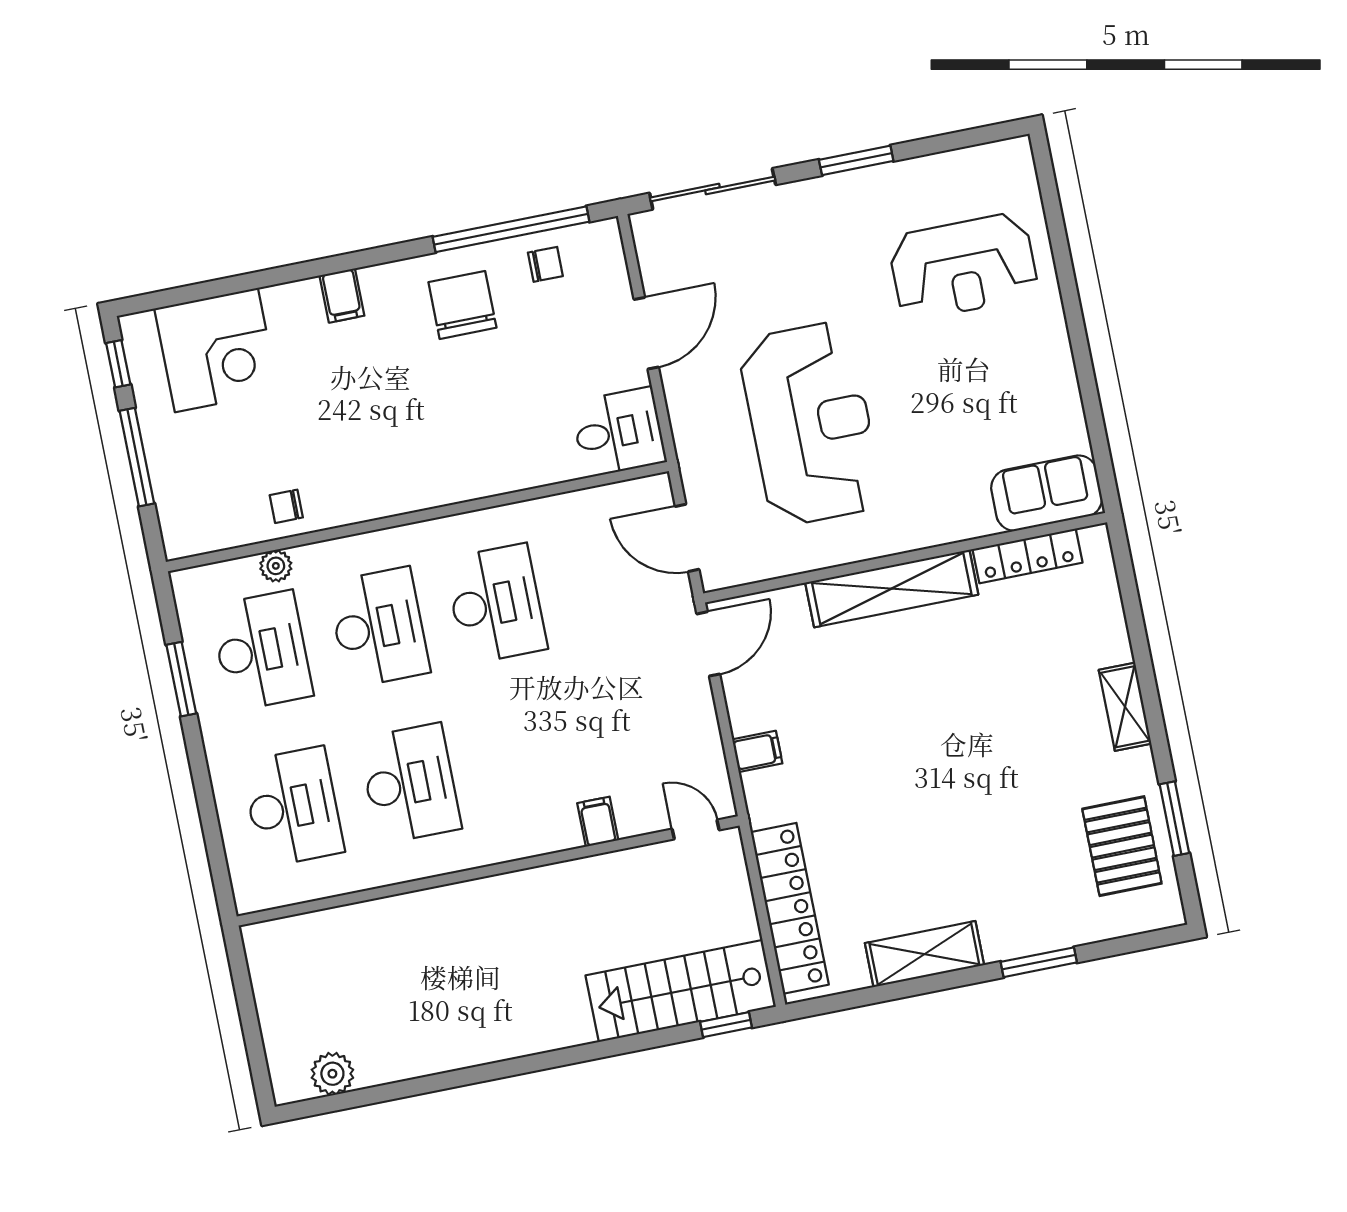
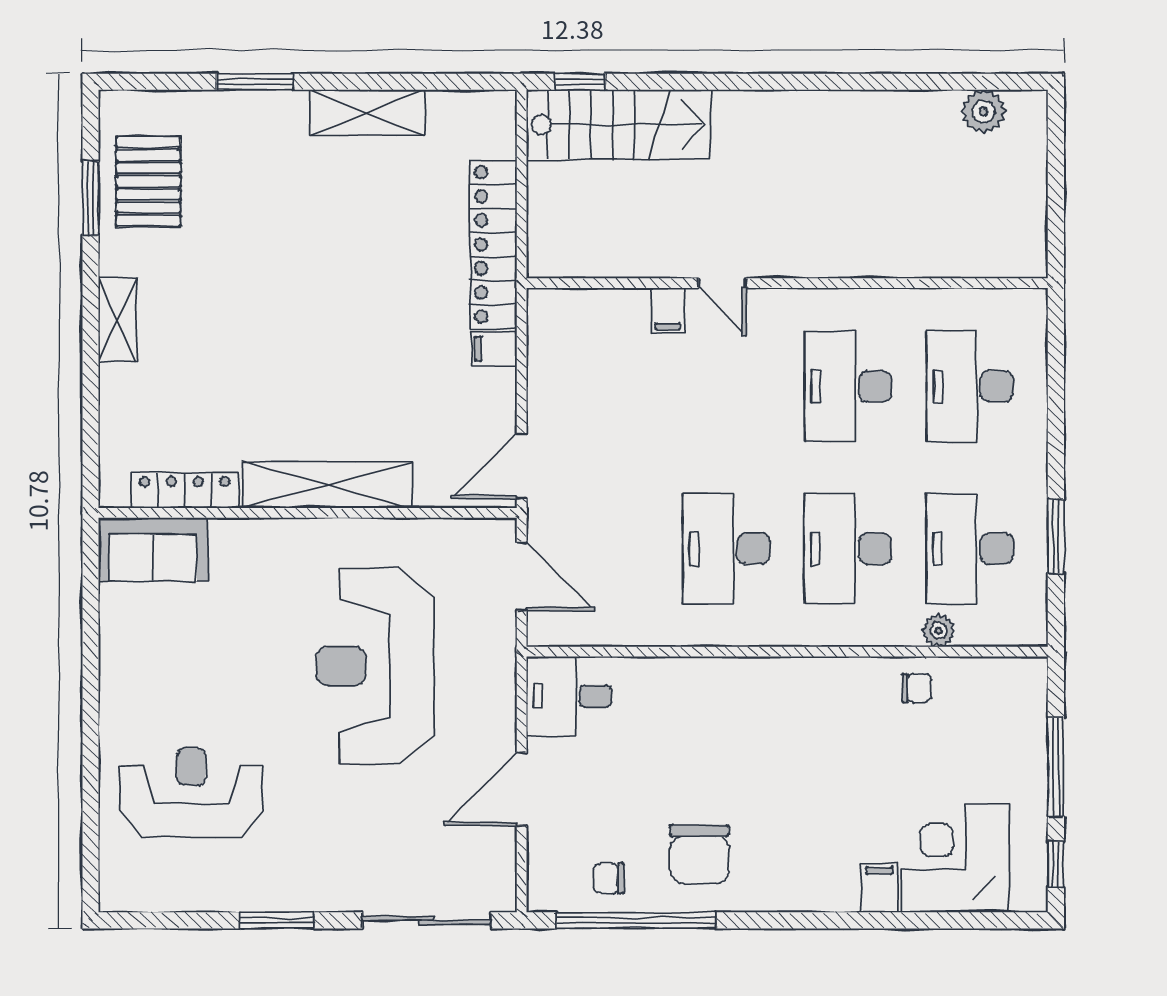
filing cabinet: (342, 296) -> (879, 888), moved
door: (696, 829) -> (722, 283), moved
locker: (790, 908) -> (493, 244), moved

